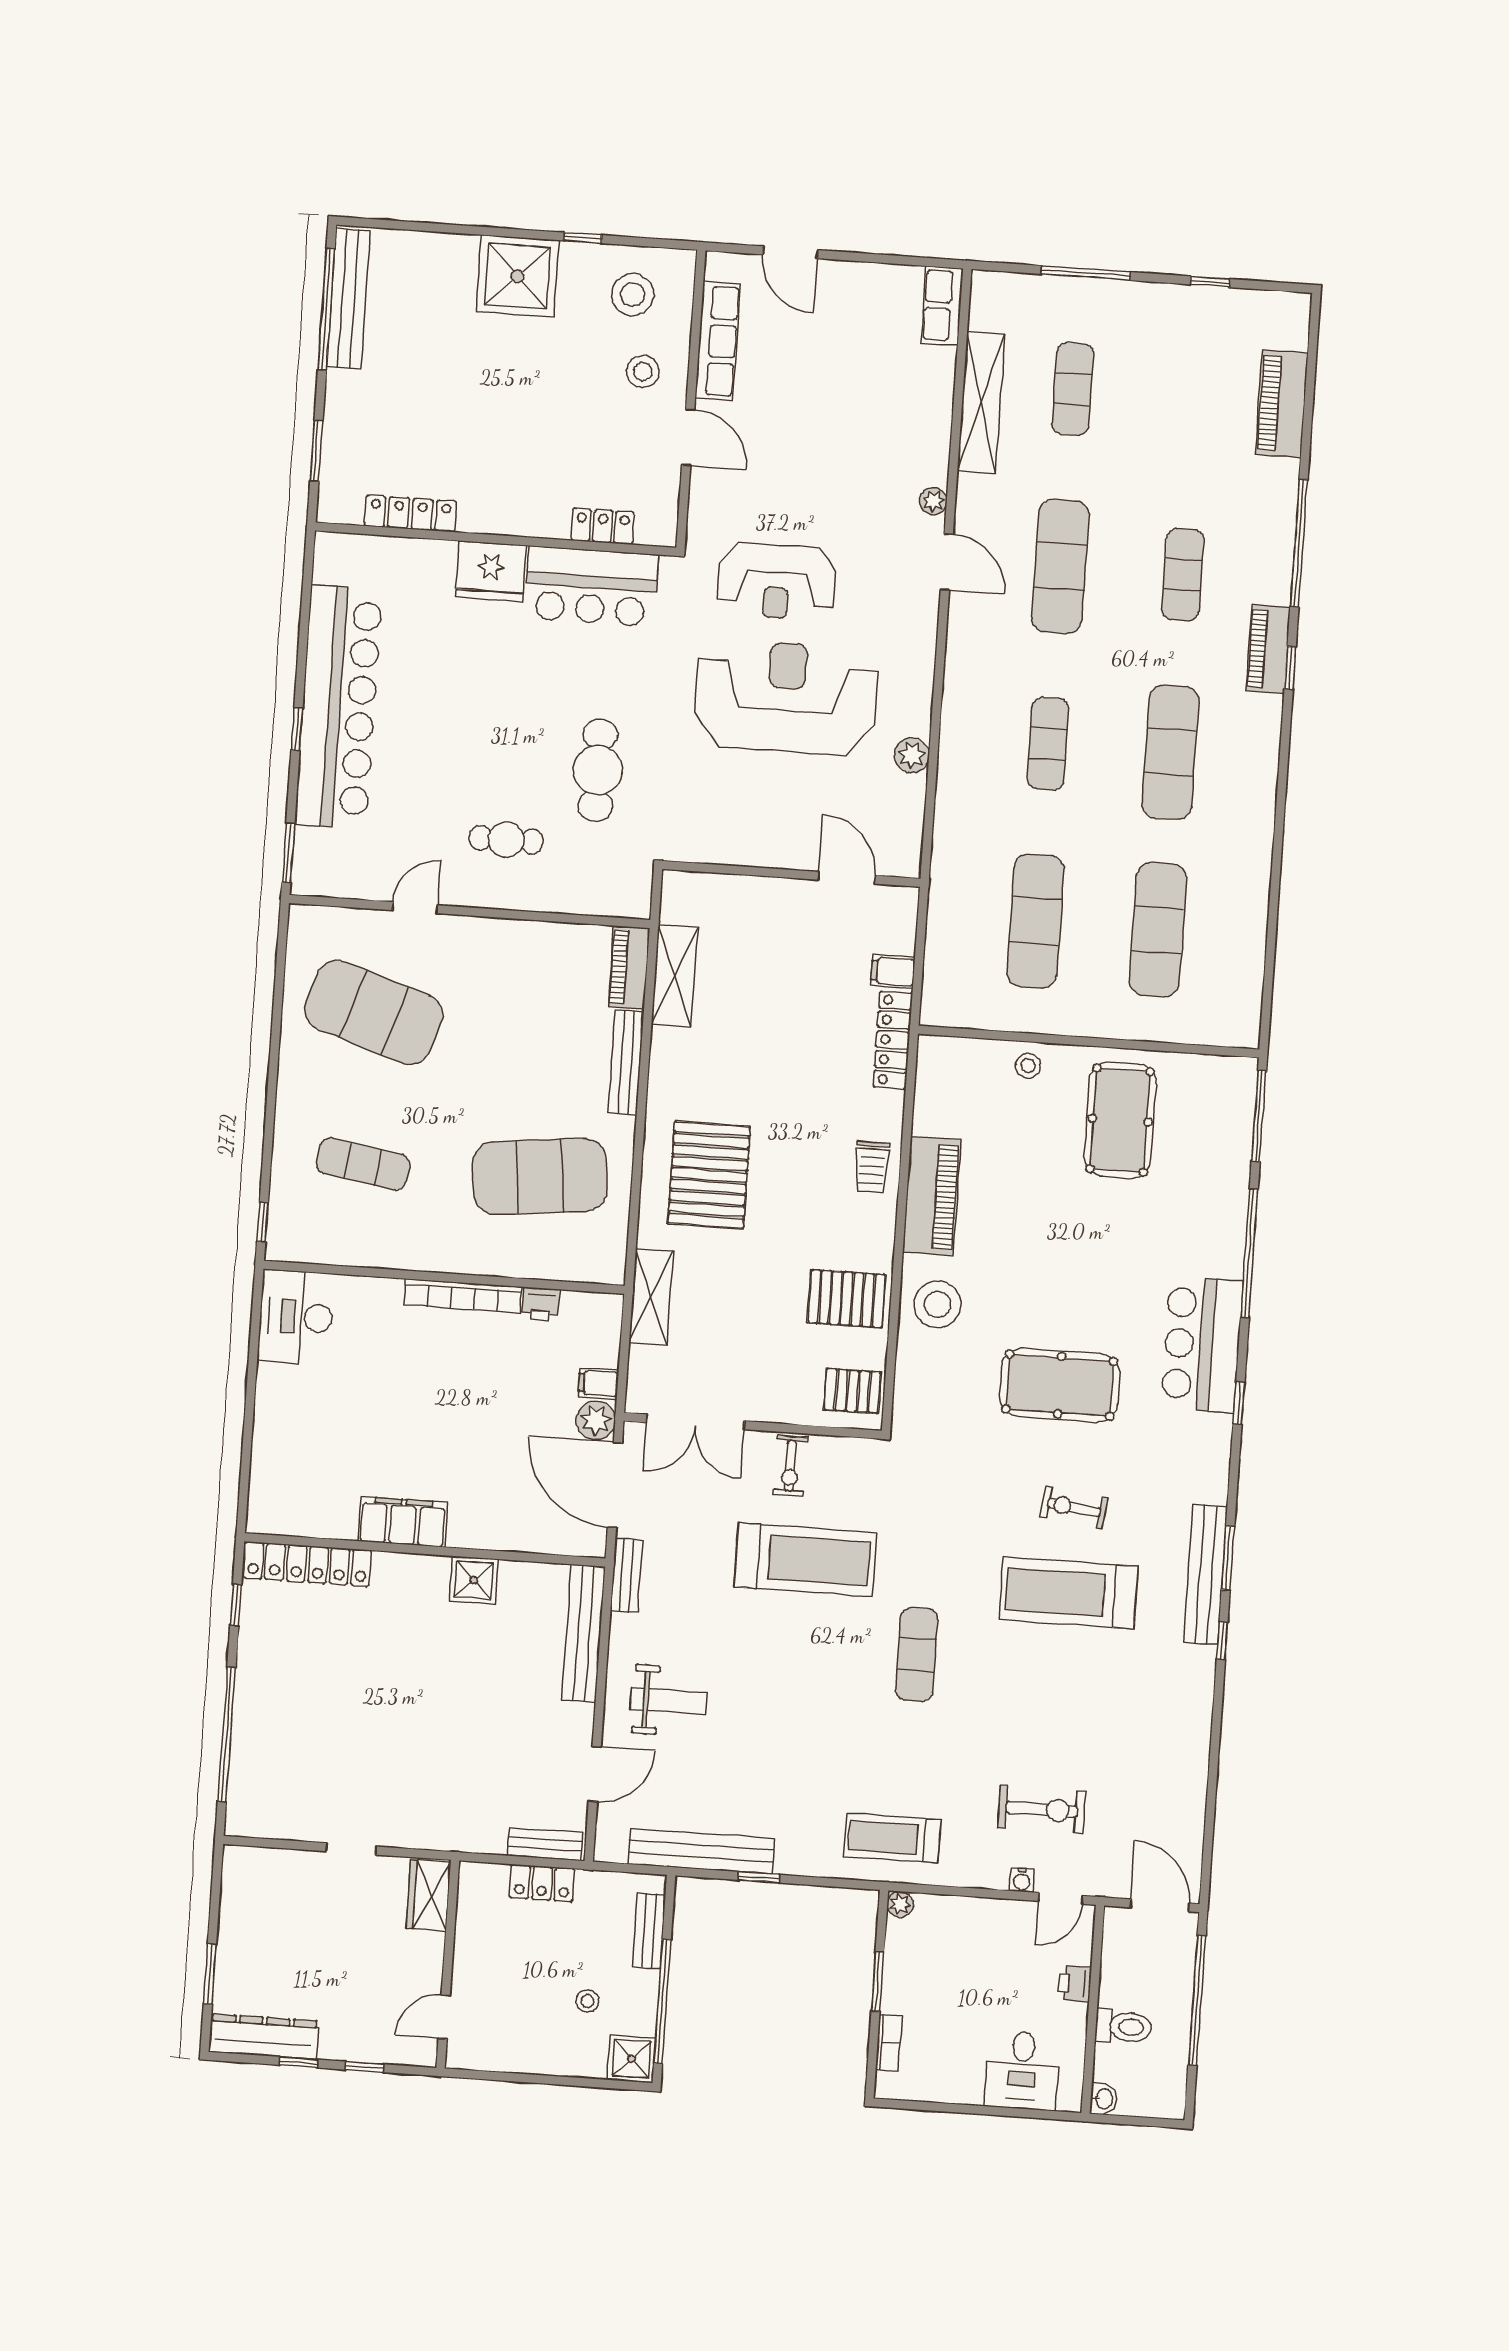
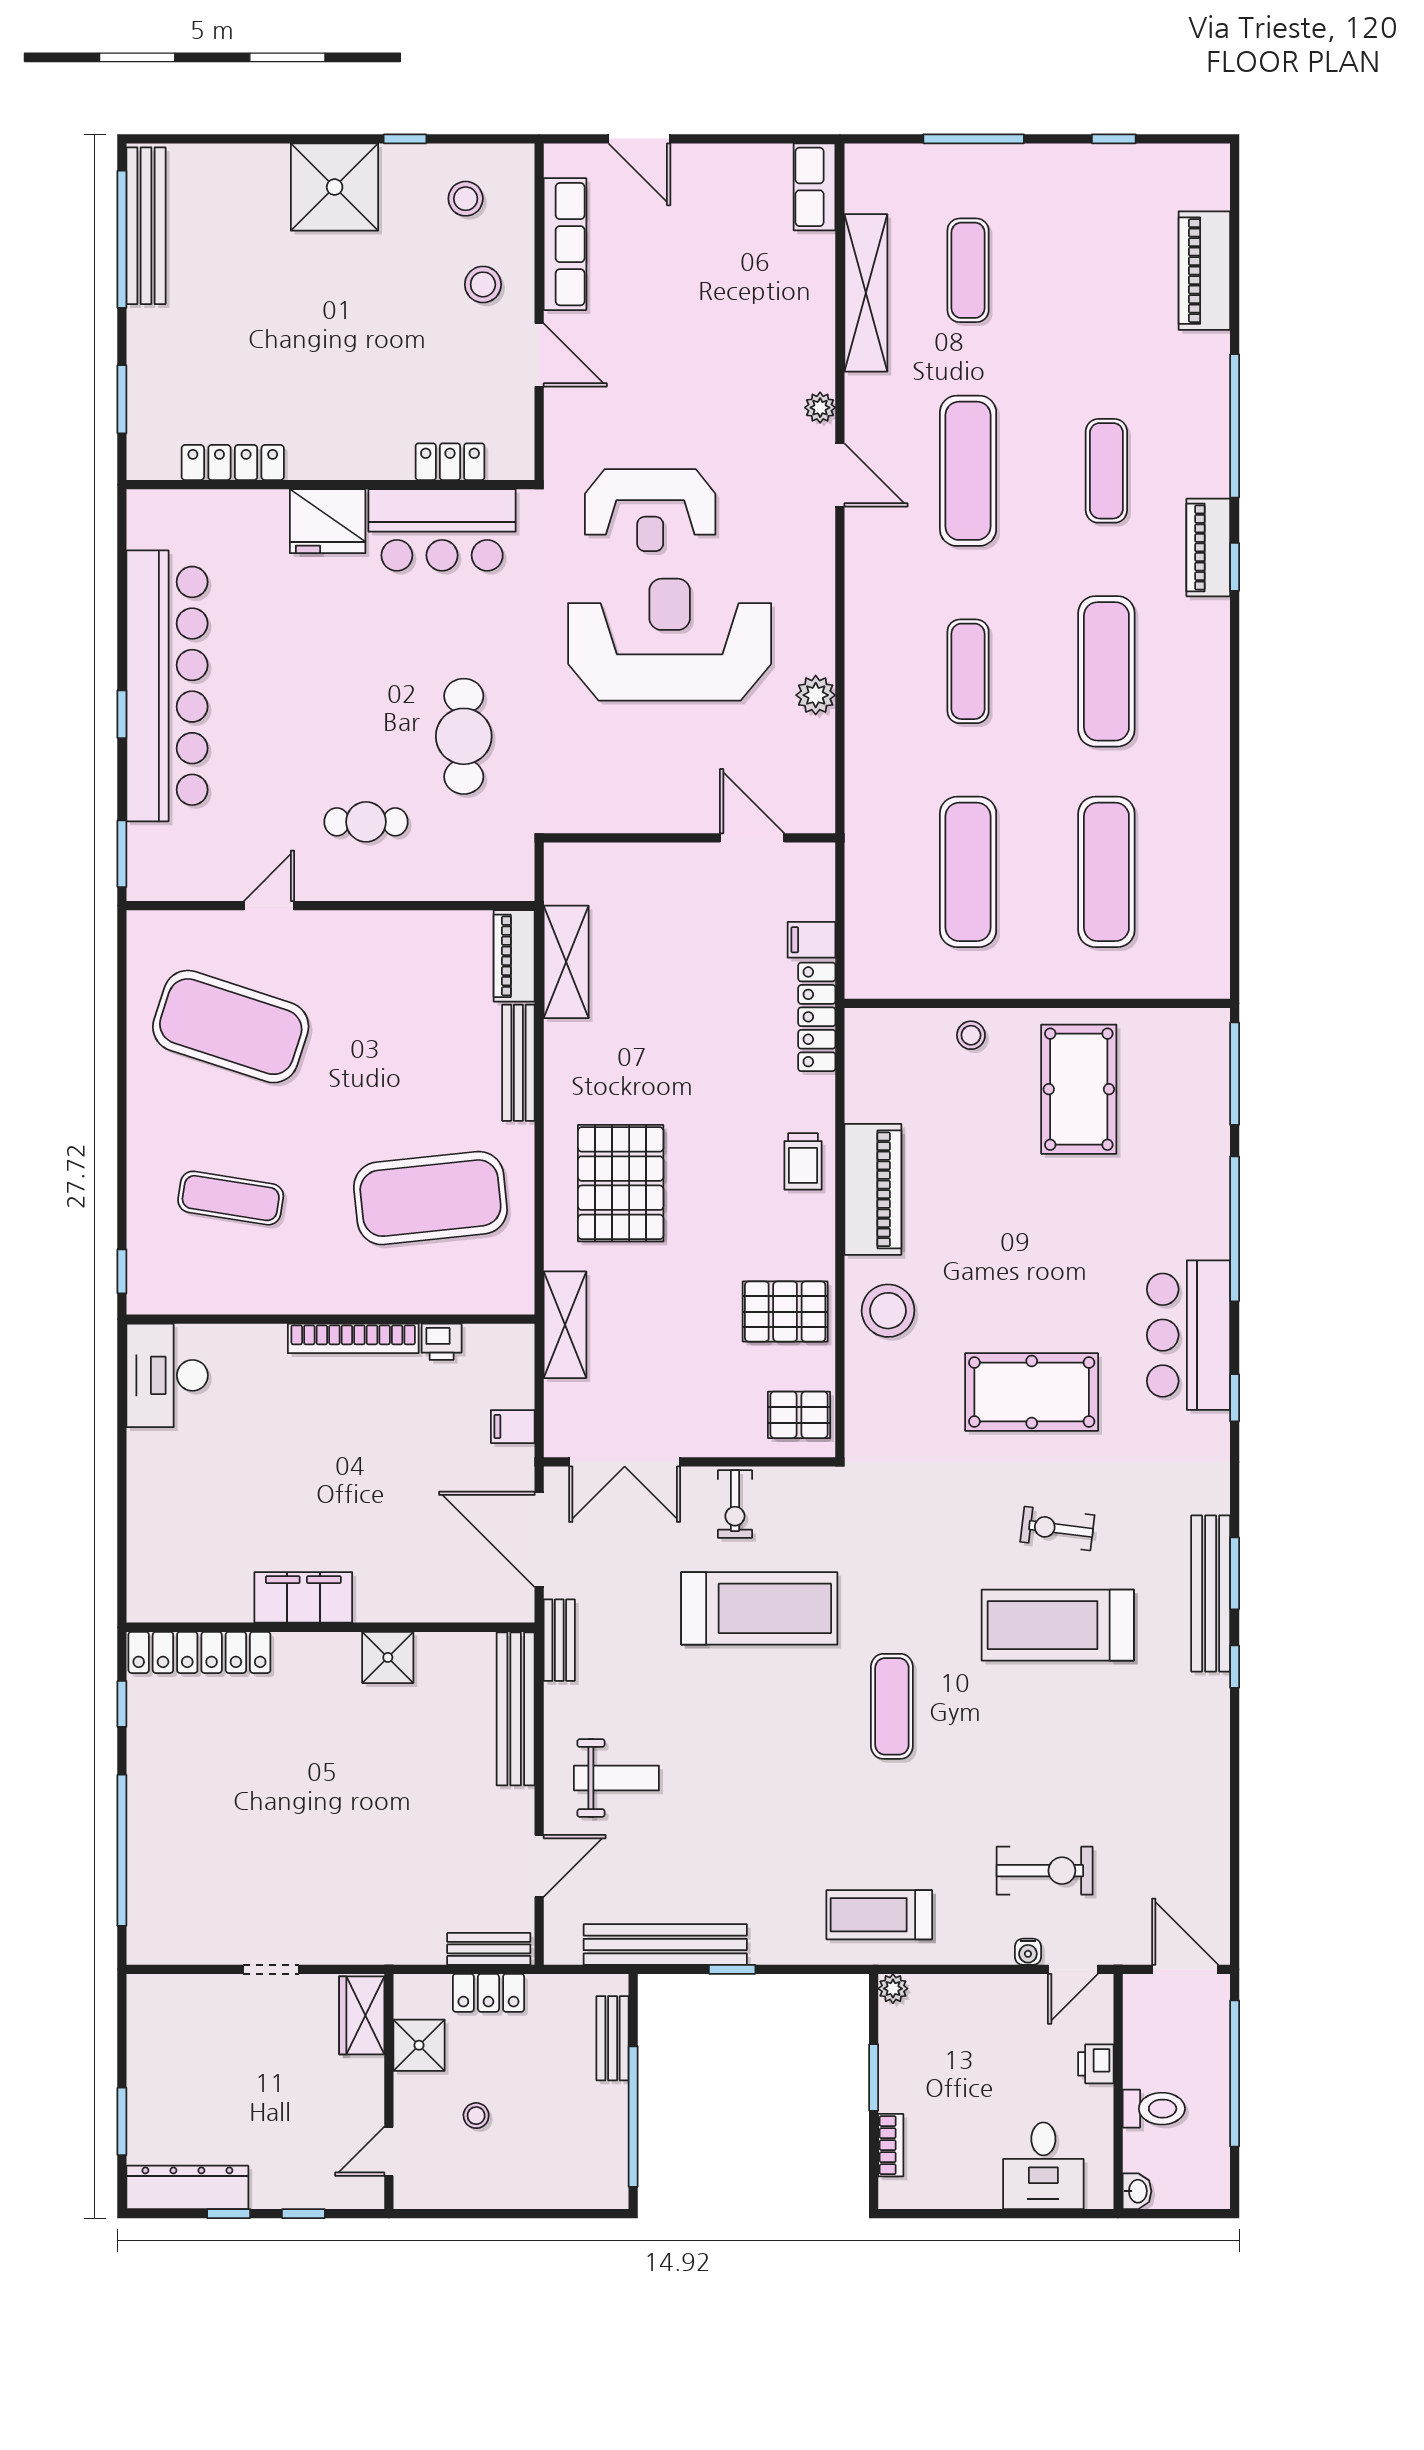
stool: (633, 295) -> (466, 199), width x0.73, depth x0.73
plant: (596, 1420) -> (513, 1468), removed
stool: (587, 2001) -> (476, 2116), moved
shower: (632, 2059) -> (419, 2045), moved

